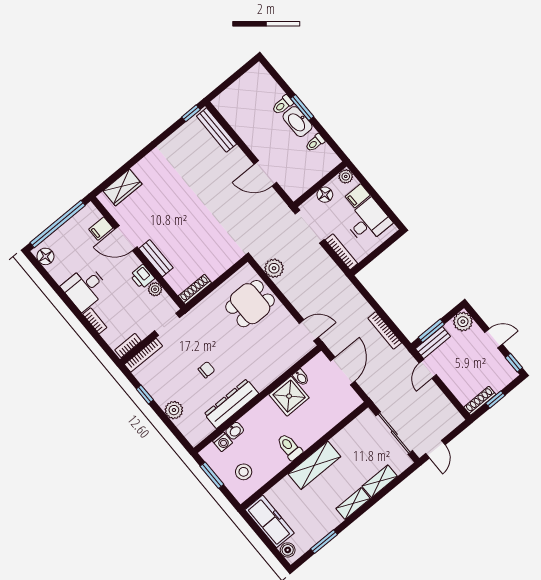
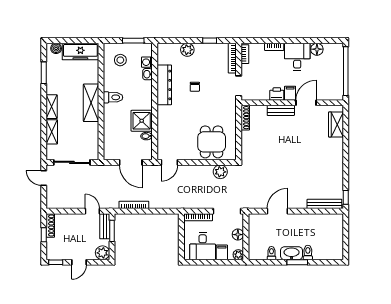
filing cabinet: (101, 229) -> (290, 93), moved
floor lamp: (45, 256) -> (317, 49), moved
plant: (155, 289) -> (264, 95), removed

